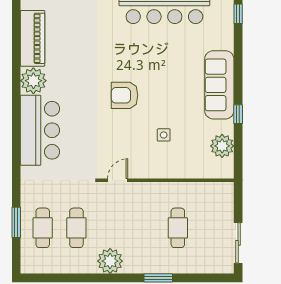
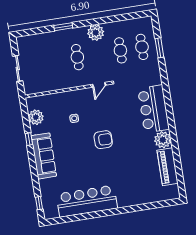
cafe table: (178, 228) -> (77, 57), moved
sliding door: (238, 243) -> (18, 68), moved

